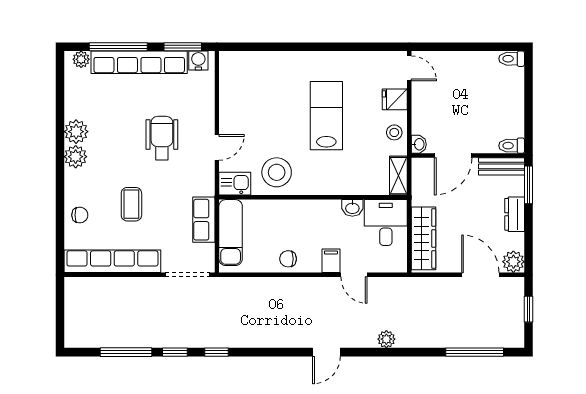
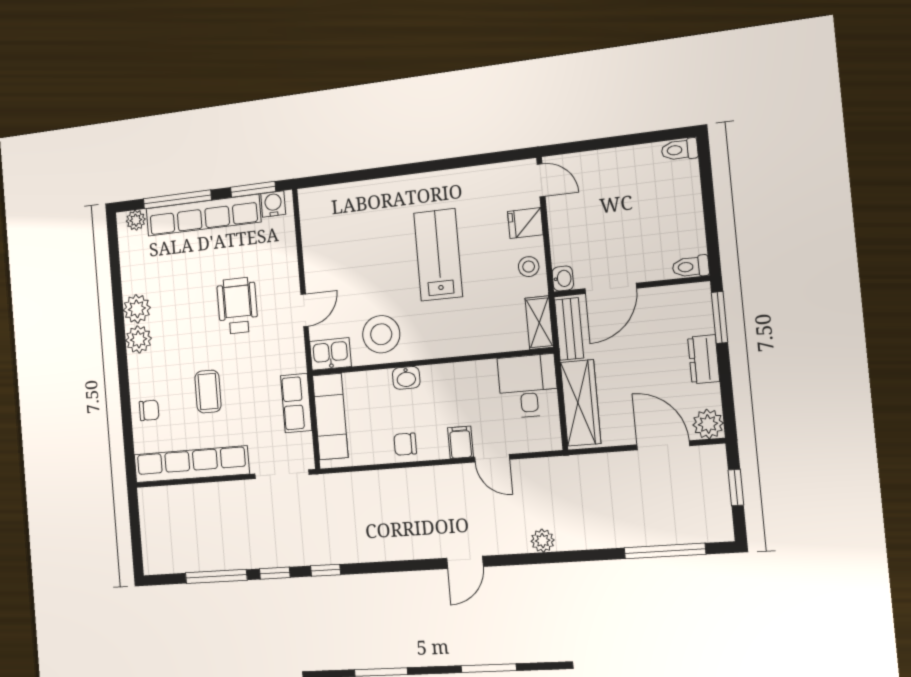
bench: (501, 166) -> (569, 329), moved, turned 90
washbasin: (352, 208) -> (406, 378), moved

